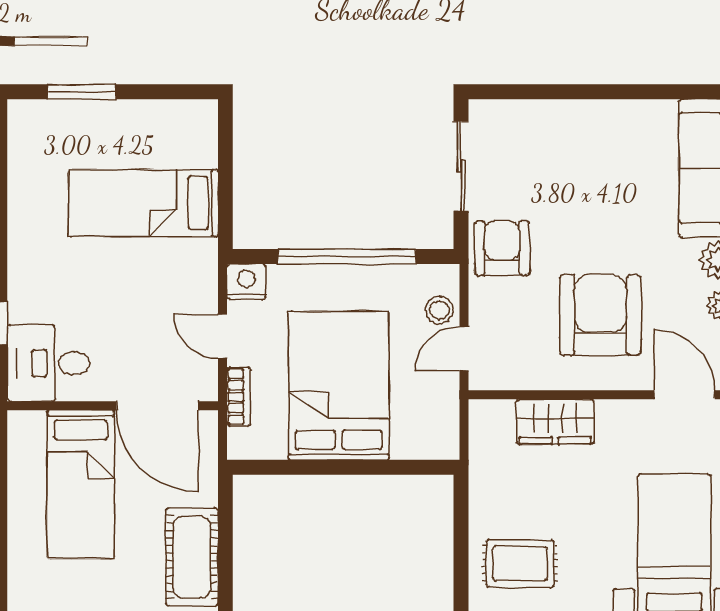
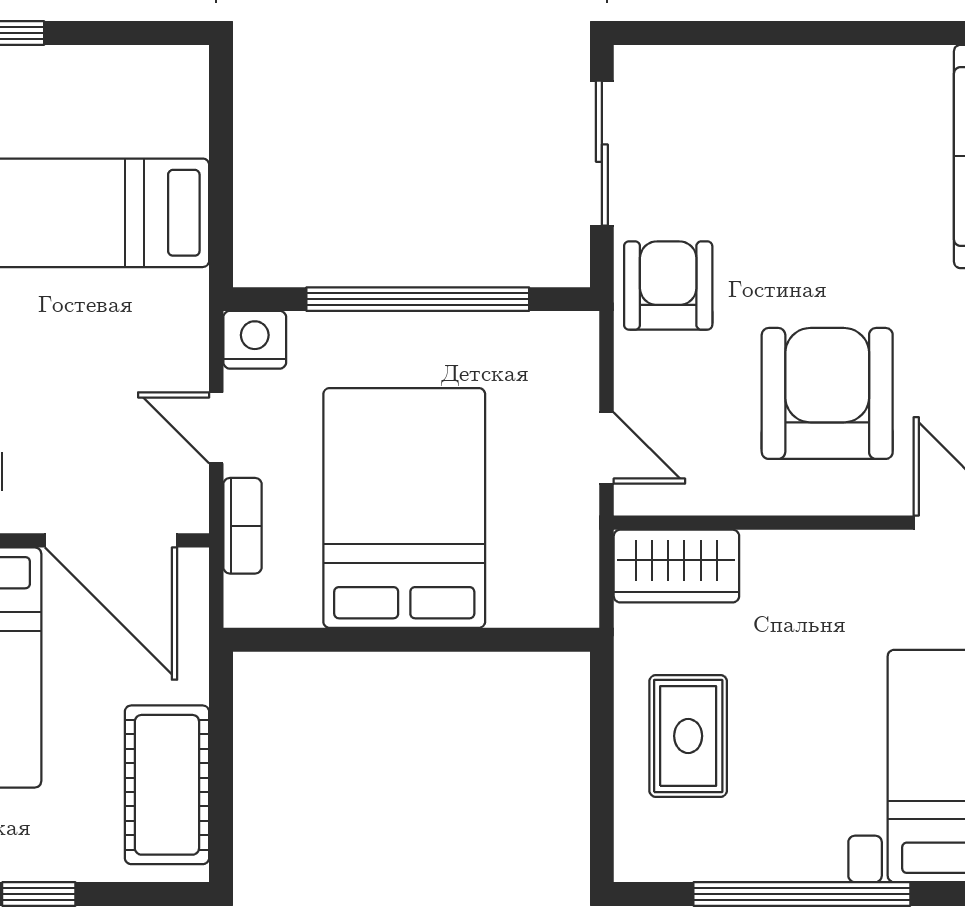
stool: (439, 310) -> (567, 386), removed
door: (464, 349) -> (607, 448), swing flipped
wardrobe: (555, 422) -> (676, 566), moved
rug: (520, 563) -> (688, 736), moved, turned 90

